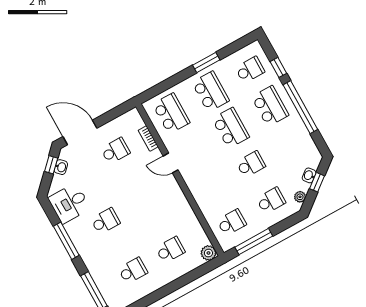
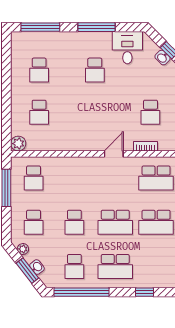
school desk: (250, 70) -> (74, 267), moved
window: (300, 107) -> (81, 292), moved
window: (317, 182) -> (27, 271), width x1.50

